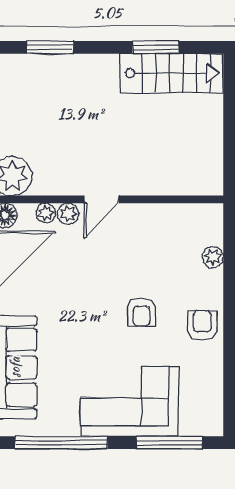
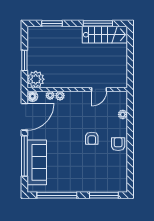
window: (156, 47) -> (98, 23), width x1.44
door: (102, 199) -> (99, 89), moved
corner sofa: (130, 401) -> (87, 177), removed

